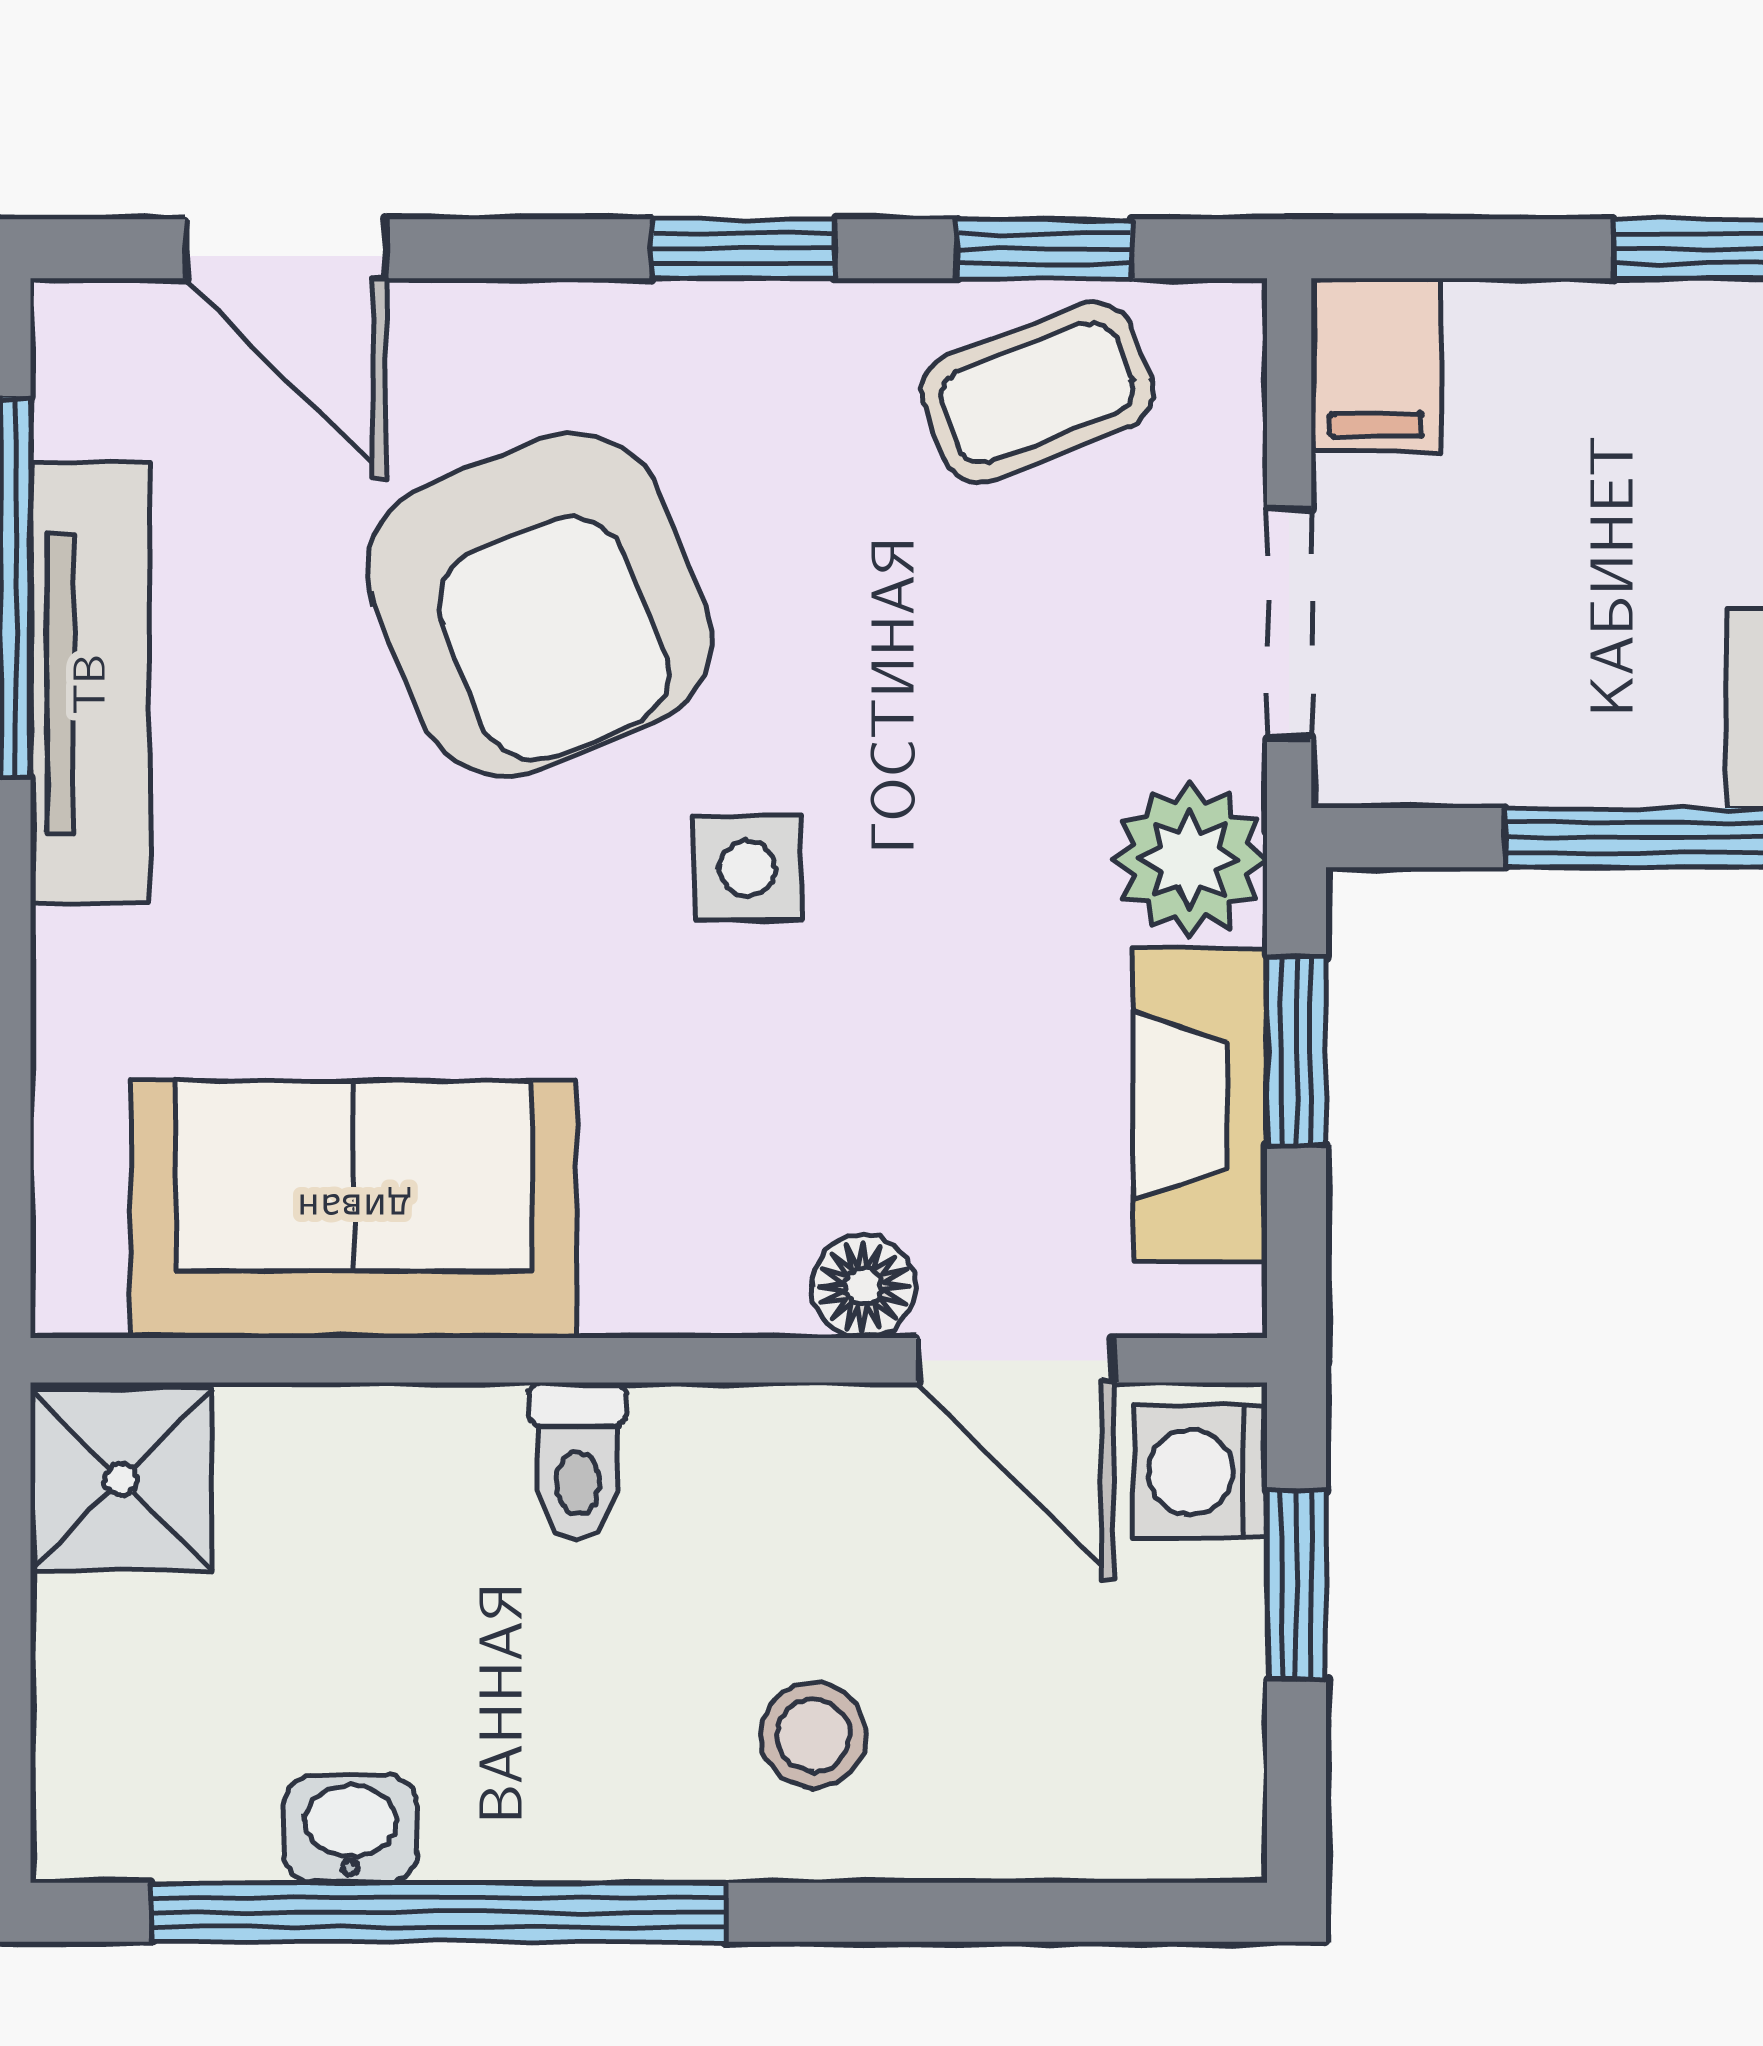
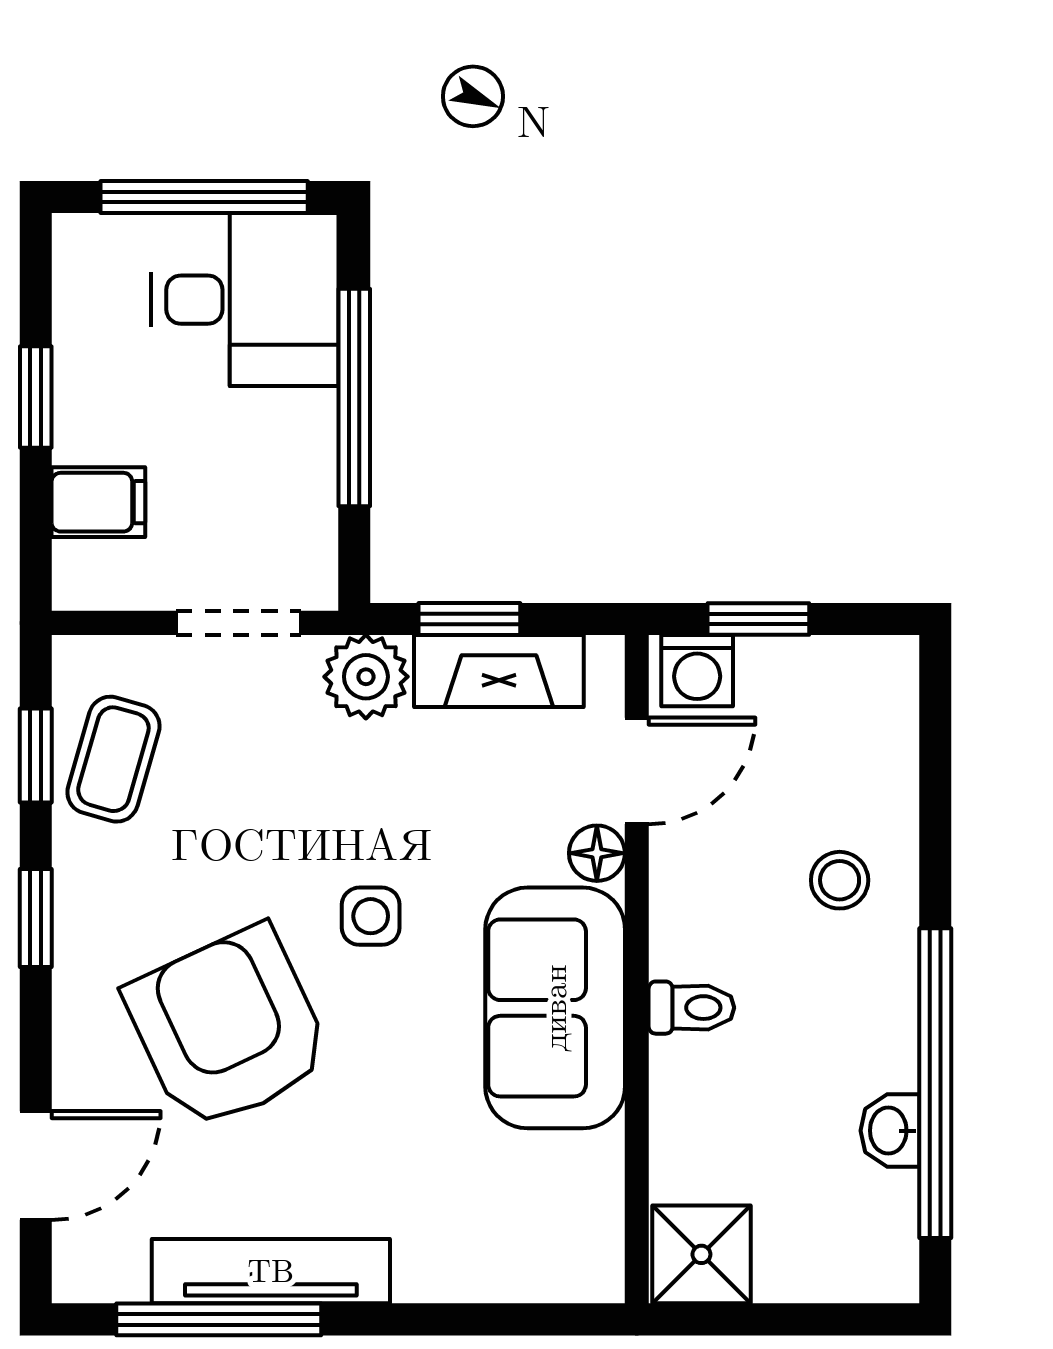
filing cabinet: (1376, 365) -> (98, 502), moved
coffee table: (1037, 392) -> (113, 759), turned 37
armchair: (539, 604) -> (228, 1028), turned -93
sofa: (354, 1209) -> (555, 1008), moved

